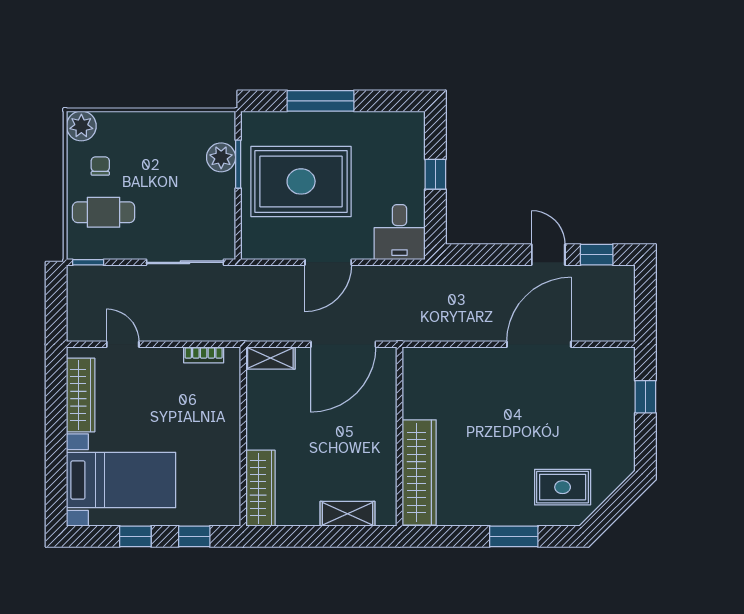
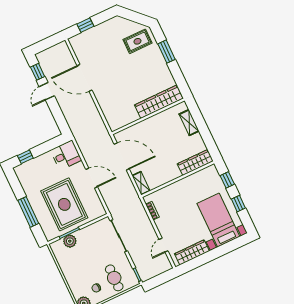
window: (435, 174) -> (25, 157), moved
rug: (563, 487) -> (137, 41), turned 90

